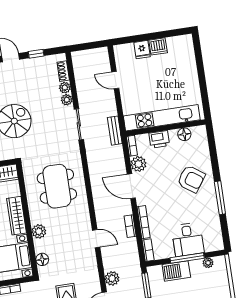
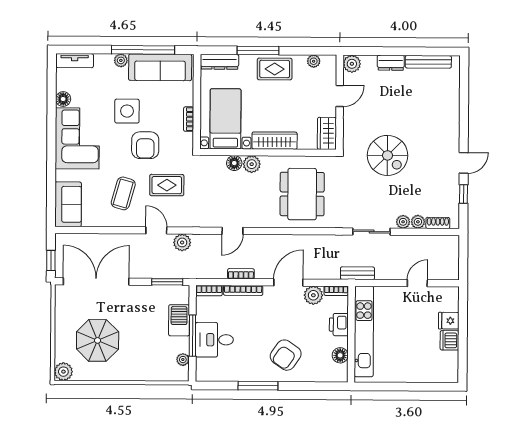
dining table: (57, 186) -> (302, 194), turned 90
floor lamp: (42, 259) -> (234, 163), moved

